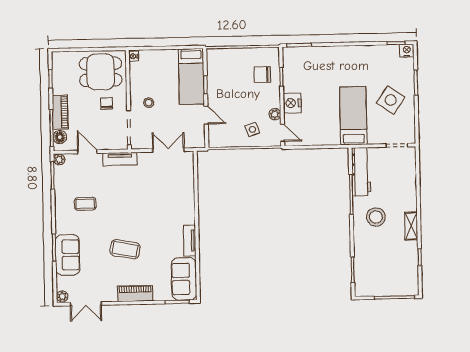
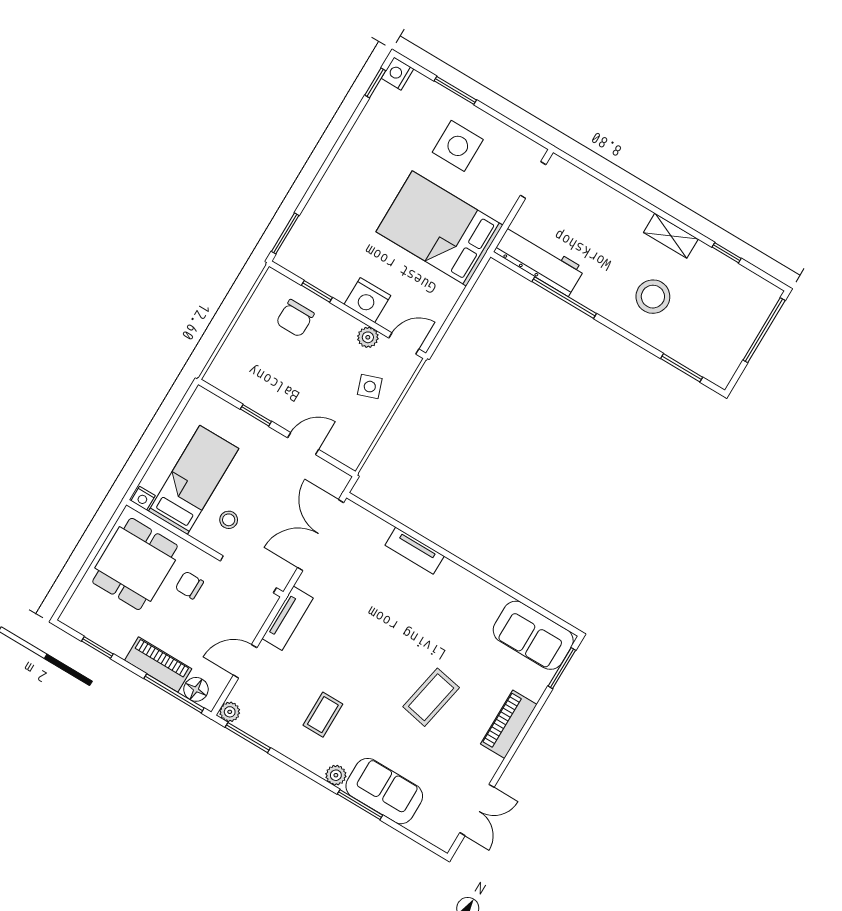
bed: (191, 77) -> (194, 480), moved, turned -90
side table: (391, 100) -> (458, 146), turned -35
bed: (353, 116) -> (439, 228), width x1.50
double door: (169, 150) -> (321, 535), width x1.37
stool: (376, 217) -> (653, 297), moved
tv unit: (190, 241) -> (415, 551), moved
plant: (62, 296) -> (336, 775), moved

